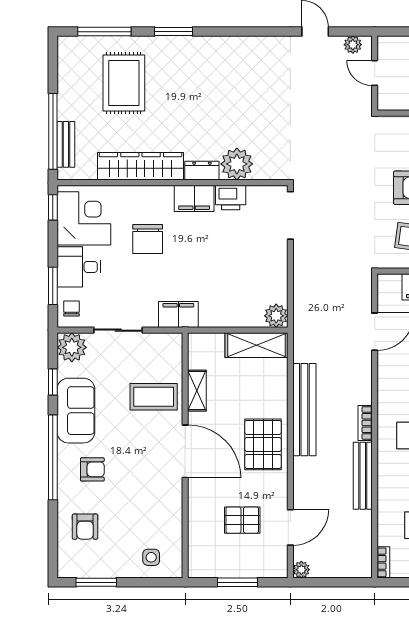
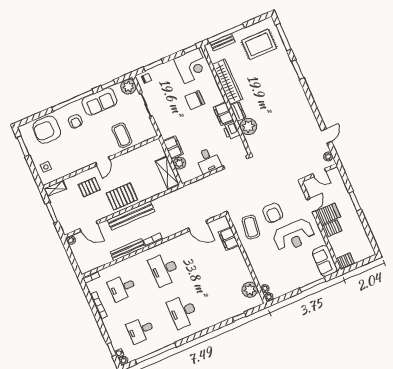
door: (375, 73) -> (319, 173), swing flipped
rug: (124, 83) -> (259, 44), moved
desk: (79, 267) -> (208, 160), moved, turned 180
filing cabinet: (178, 314) -> (173, 147), moved
plant: (276, 316) -> (179, 163), moved
shelving: (197, 391) -> (55, 189), moved
bench: (304, 410) -> (131, 216), moved
door: (185, 451) -> (103, 161), width x0.53
pallet: (242, 520) -> (89, 187), moved, turned 90
armchair: (85, 527) -> (47, 130), width x1.88, depth x1.88

